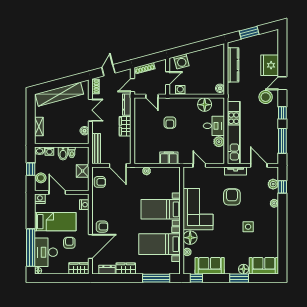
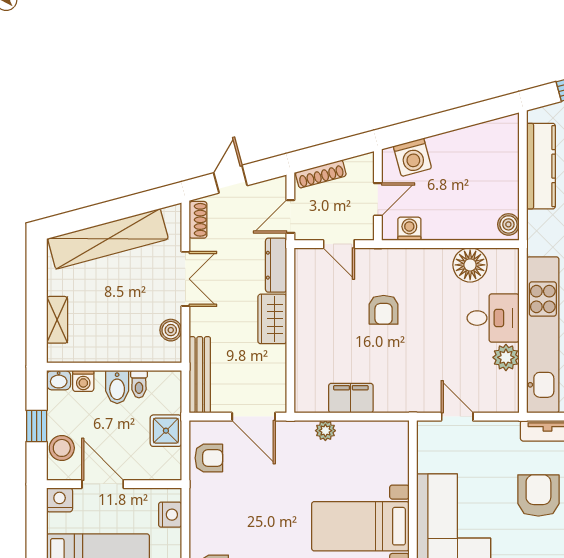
filing cabinet: (169, 158) -> (351, 398), moved

